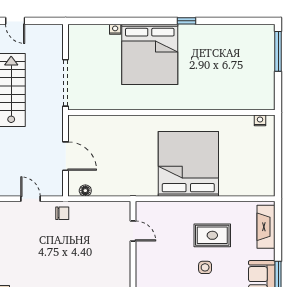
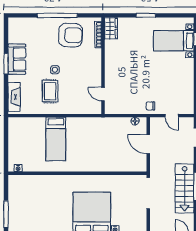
bed: (188, 164) -> (56, 139), width x0.49
rug: (212, 235) -> (50, 91), turned 90

